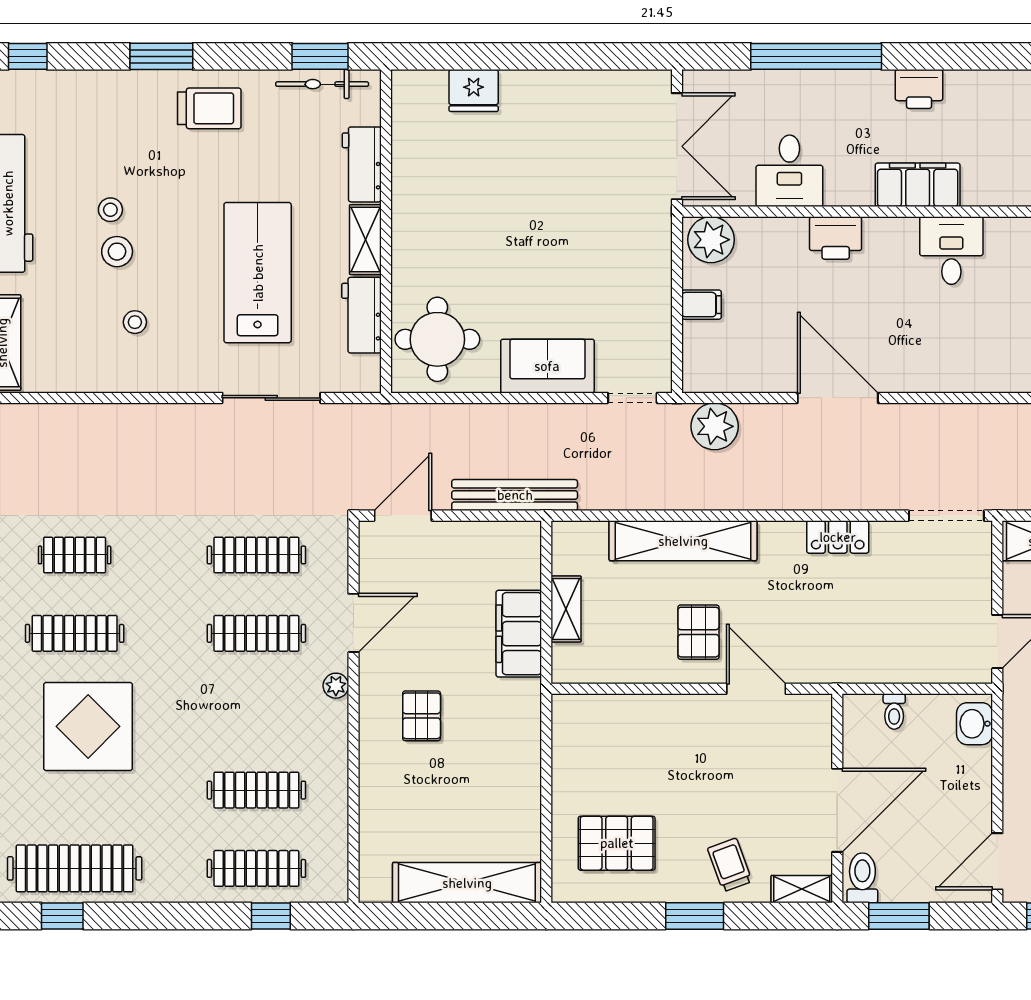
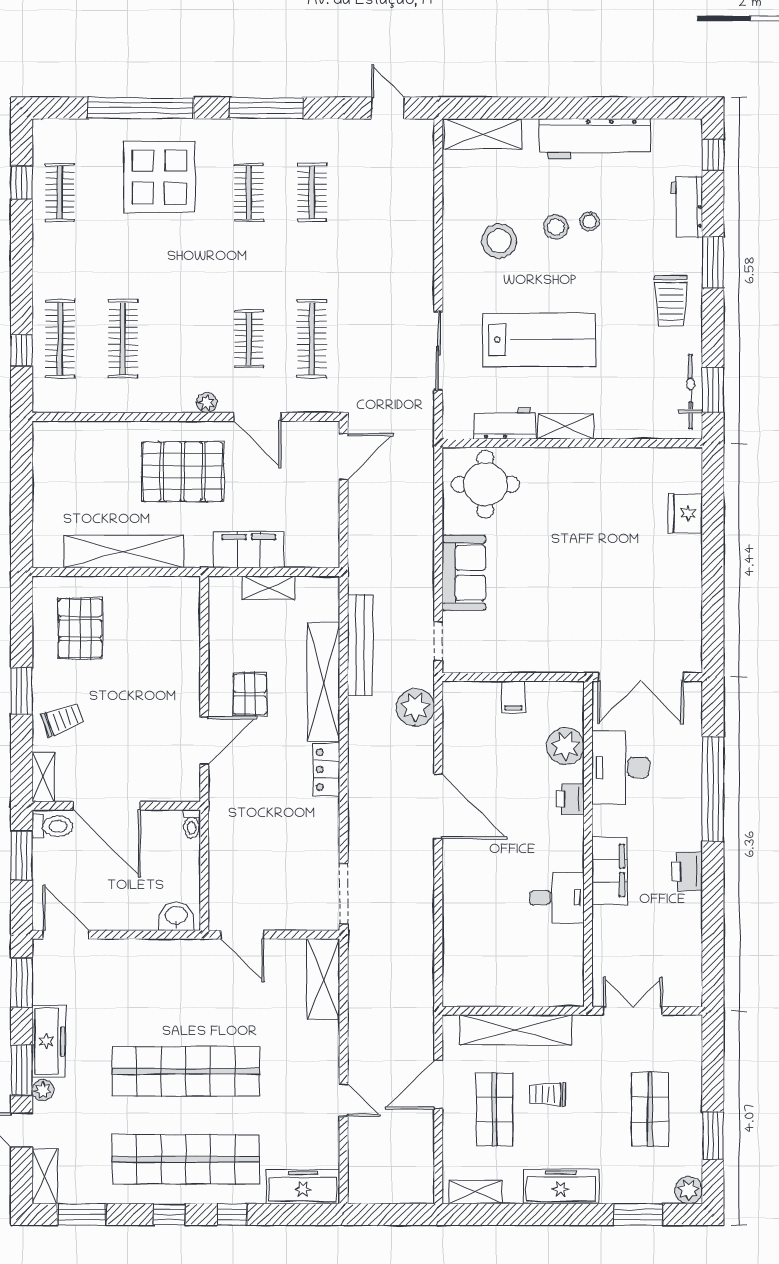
workbench: (362, 164) -> (687, 207), moved, turned -90
desk: (789, 171) -> (621, 767), width x1.37
printer: (836, 238) -> (570, 799), width x0.73, depth x0.81
plant: (711, 240) -> (565, 746), moved
stool: (135, 322) -> (499, 241), width x1.89, depth x1.89
door: (838, 398) -> (438, 806), hinge flipped
bench: (515, 495) -> (360, 645), moved
door: (403, 516) -> (344, 457), hinge flipped
locker: (838, 537) -> (326, 770), moved
pallet: (698, 632) -> (250, 694), turned 90
clothes rail: (75, 633) -> (249, 193), width x0.73
clothes rail: (256, 633) -> (249, 339), width x0.73
toilet: (894, 712) -> (192, 824), moved, turned -90
pallet: (422, 716) -> (183, 472), width x2.05, depth x2.00
display table: (88, 726) -> (159, 177), moved
clothes rail: (75, 868) -> (60, 193), width x0.54, depth x0.76
shelving: (467, 883) -> (124, 552), moved, turned 90

